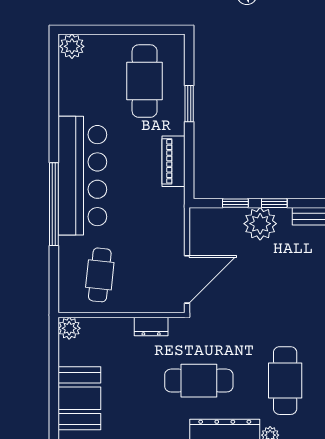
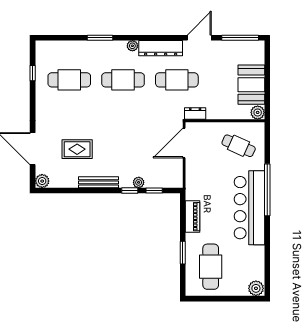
plant: (260, 224) -> (139, 182), width x0.53, depth x0.53
cafe table: (100, 275) -> (239, 146), turned -72
dresser: (151, 327) -> (195, 114), moved
cafe table: (285, 381) -> (123, 80), turned 90
booth: (79, 398) -> (251, 85), moved

